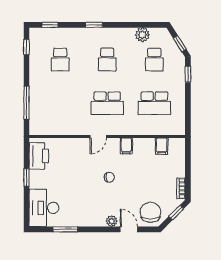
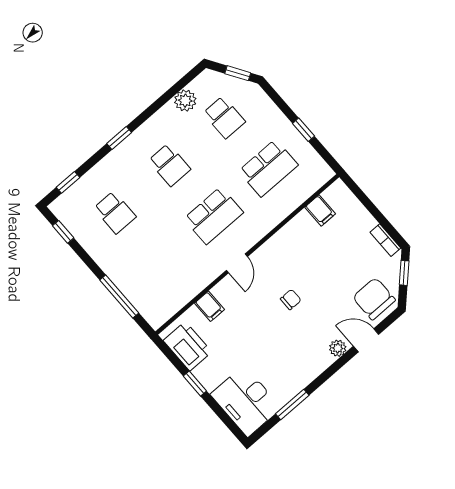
window: (188, 74) -> (304, 130), moved
filing cabinet: (126, 146) -> (209, 306), moved

